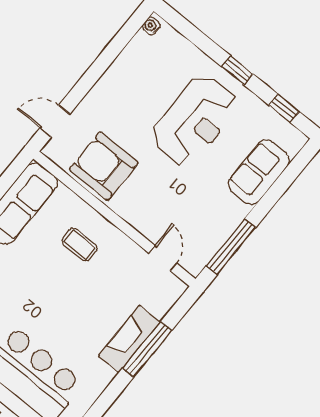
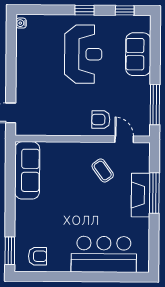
armchair: (104, 166) -> (101, 119), moved, width x0.53, depth x0.53
coffee table: (80, 245) -> (103, 170), moved, turned 54

